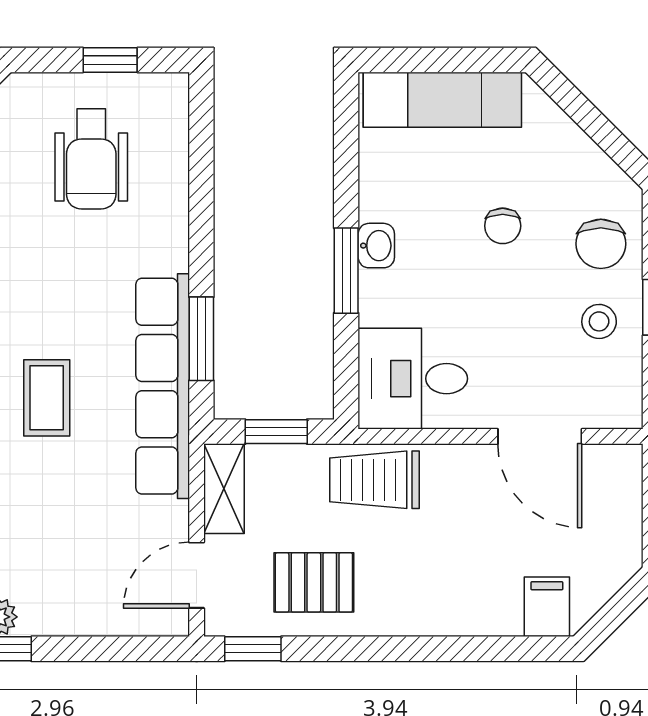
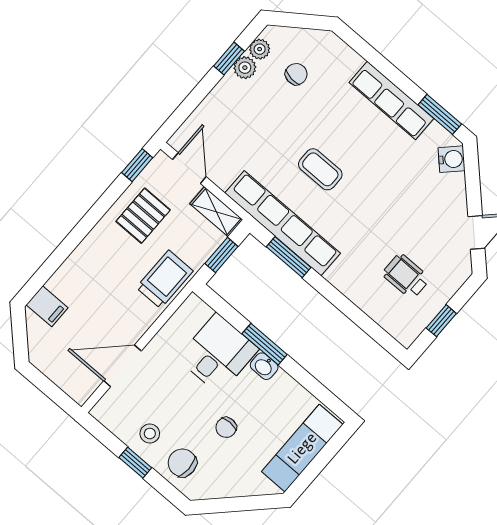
wheelchair: (91, 159) -> (406, 276), width x0.73, depth x0.73
chair: (503, 226) -> (226, 427), turned -90
desk: (413, 379) -> (218, 354), moved

